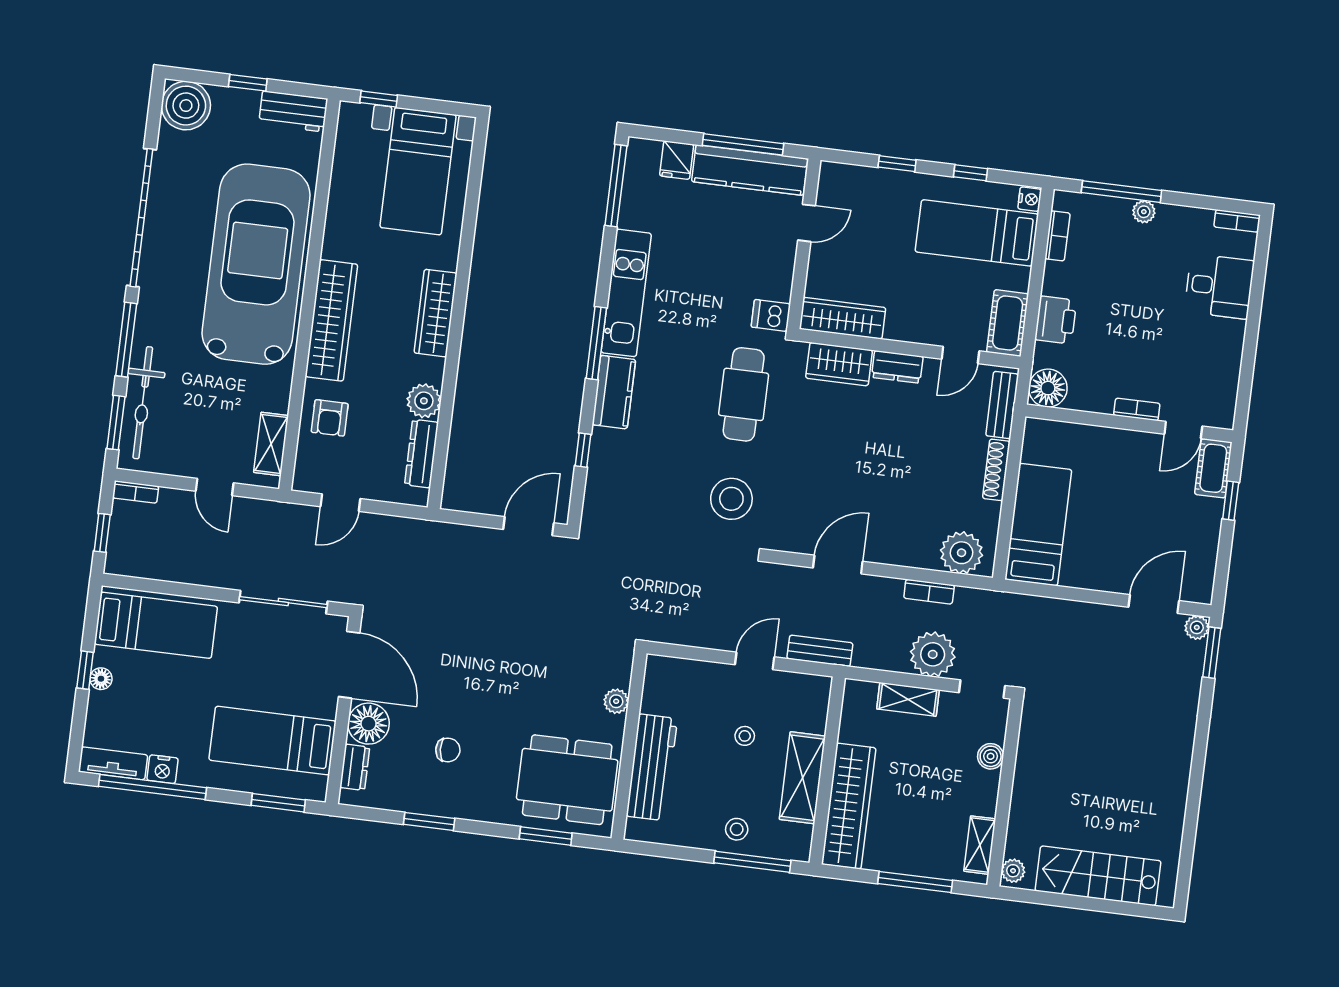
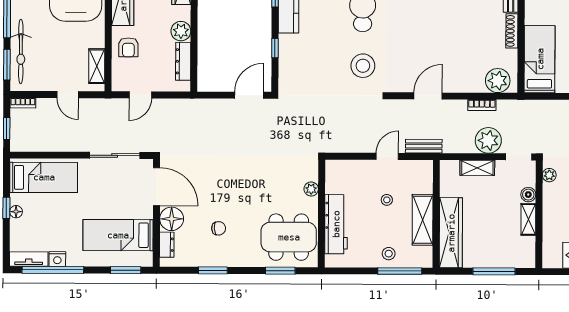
shelving: (980, 845) -> (528, 219), moved
plant: (1013, 871) -> (549, 175), moved

